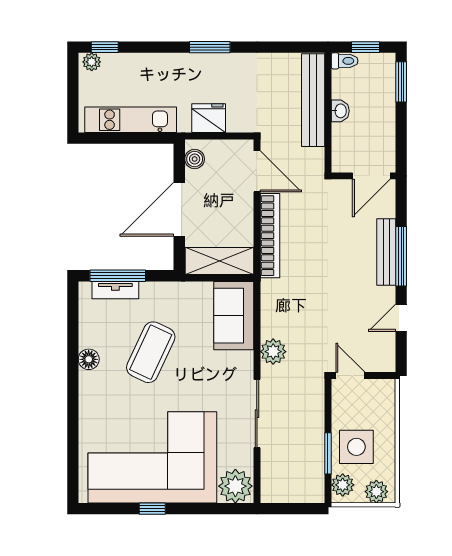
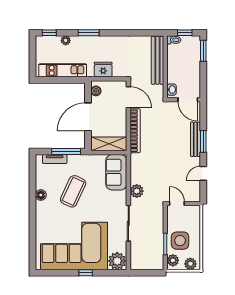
window: (210, 47) -> (89, 33), moved
plant: (92, 62) -> (66, 40), moved
washbasin: (340, 111) -> (172, 90), moved
door: (371, 176) -> (188, 100), hinge flipped
window: (401, 256) -> (203, 141), width x0.69
window: (118, 276) -> (66, 152), moved
window: (152, 509) -> (86, 273), moved

